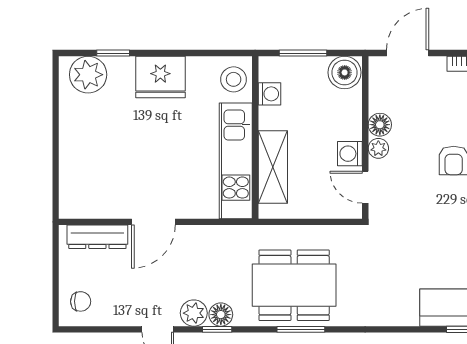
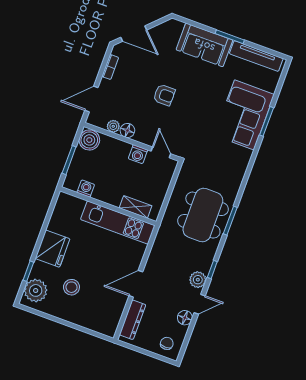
door: (408, 53) -> (91, 99), hinge flipped
stool: (234, 79) -> (71, 287), moved
plant: (378, 148) -> (113, 126), moved
shelving: (273, 167) -> (136, 207), width x0.67, depth x0.75
door: (365, 187) -> (161, 152), swing flipped
door: (153, 222) -> (136, 284), swing flipped
floor lamp: (221, 315) -> (185, 318), moved

